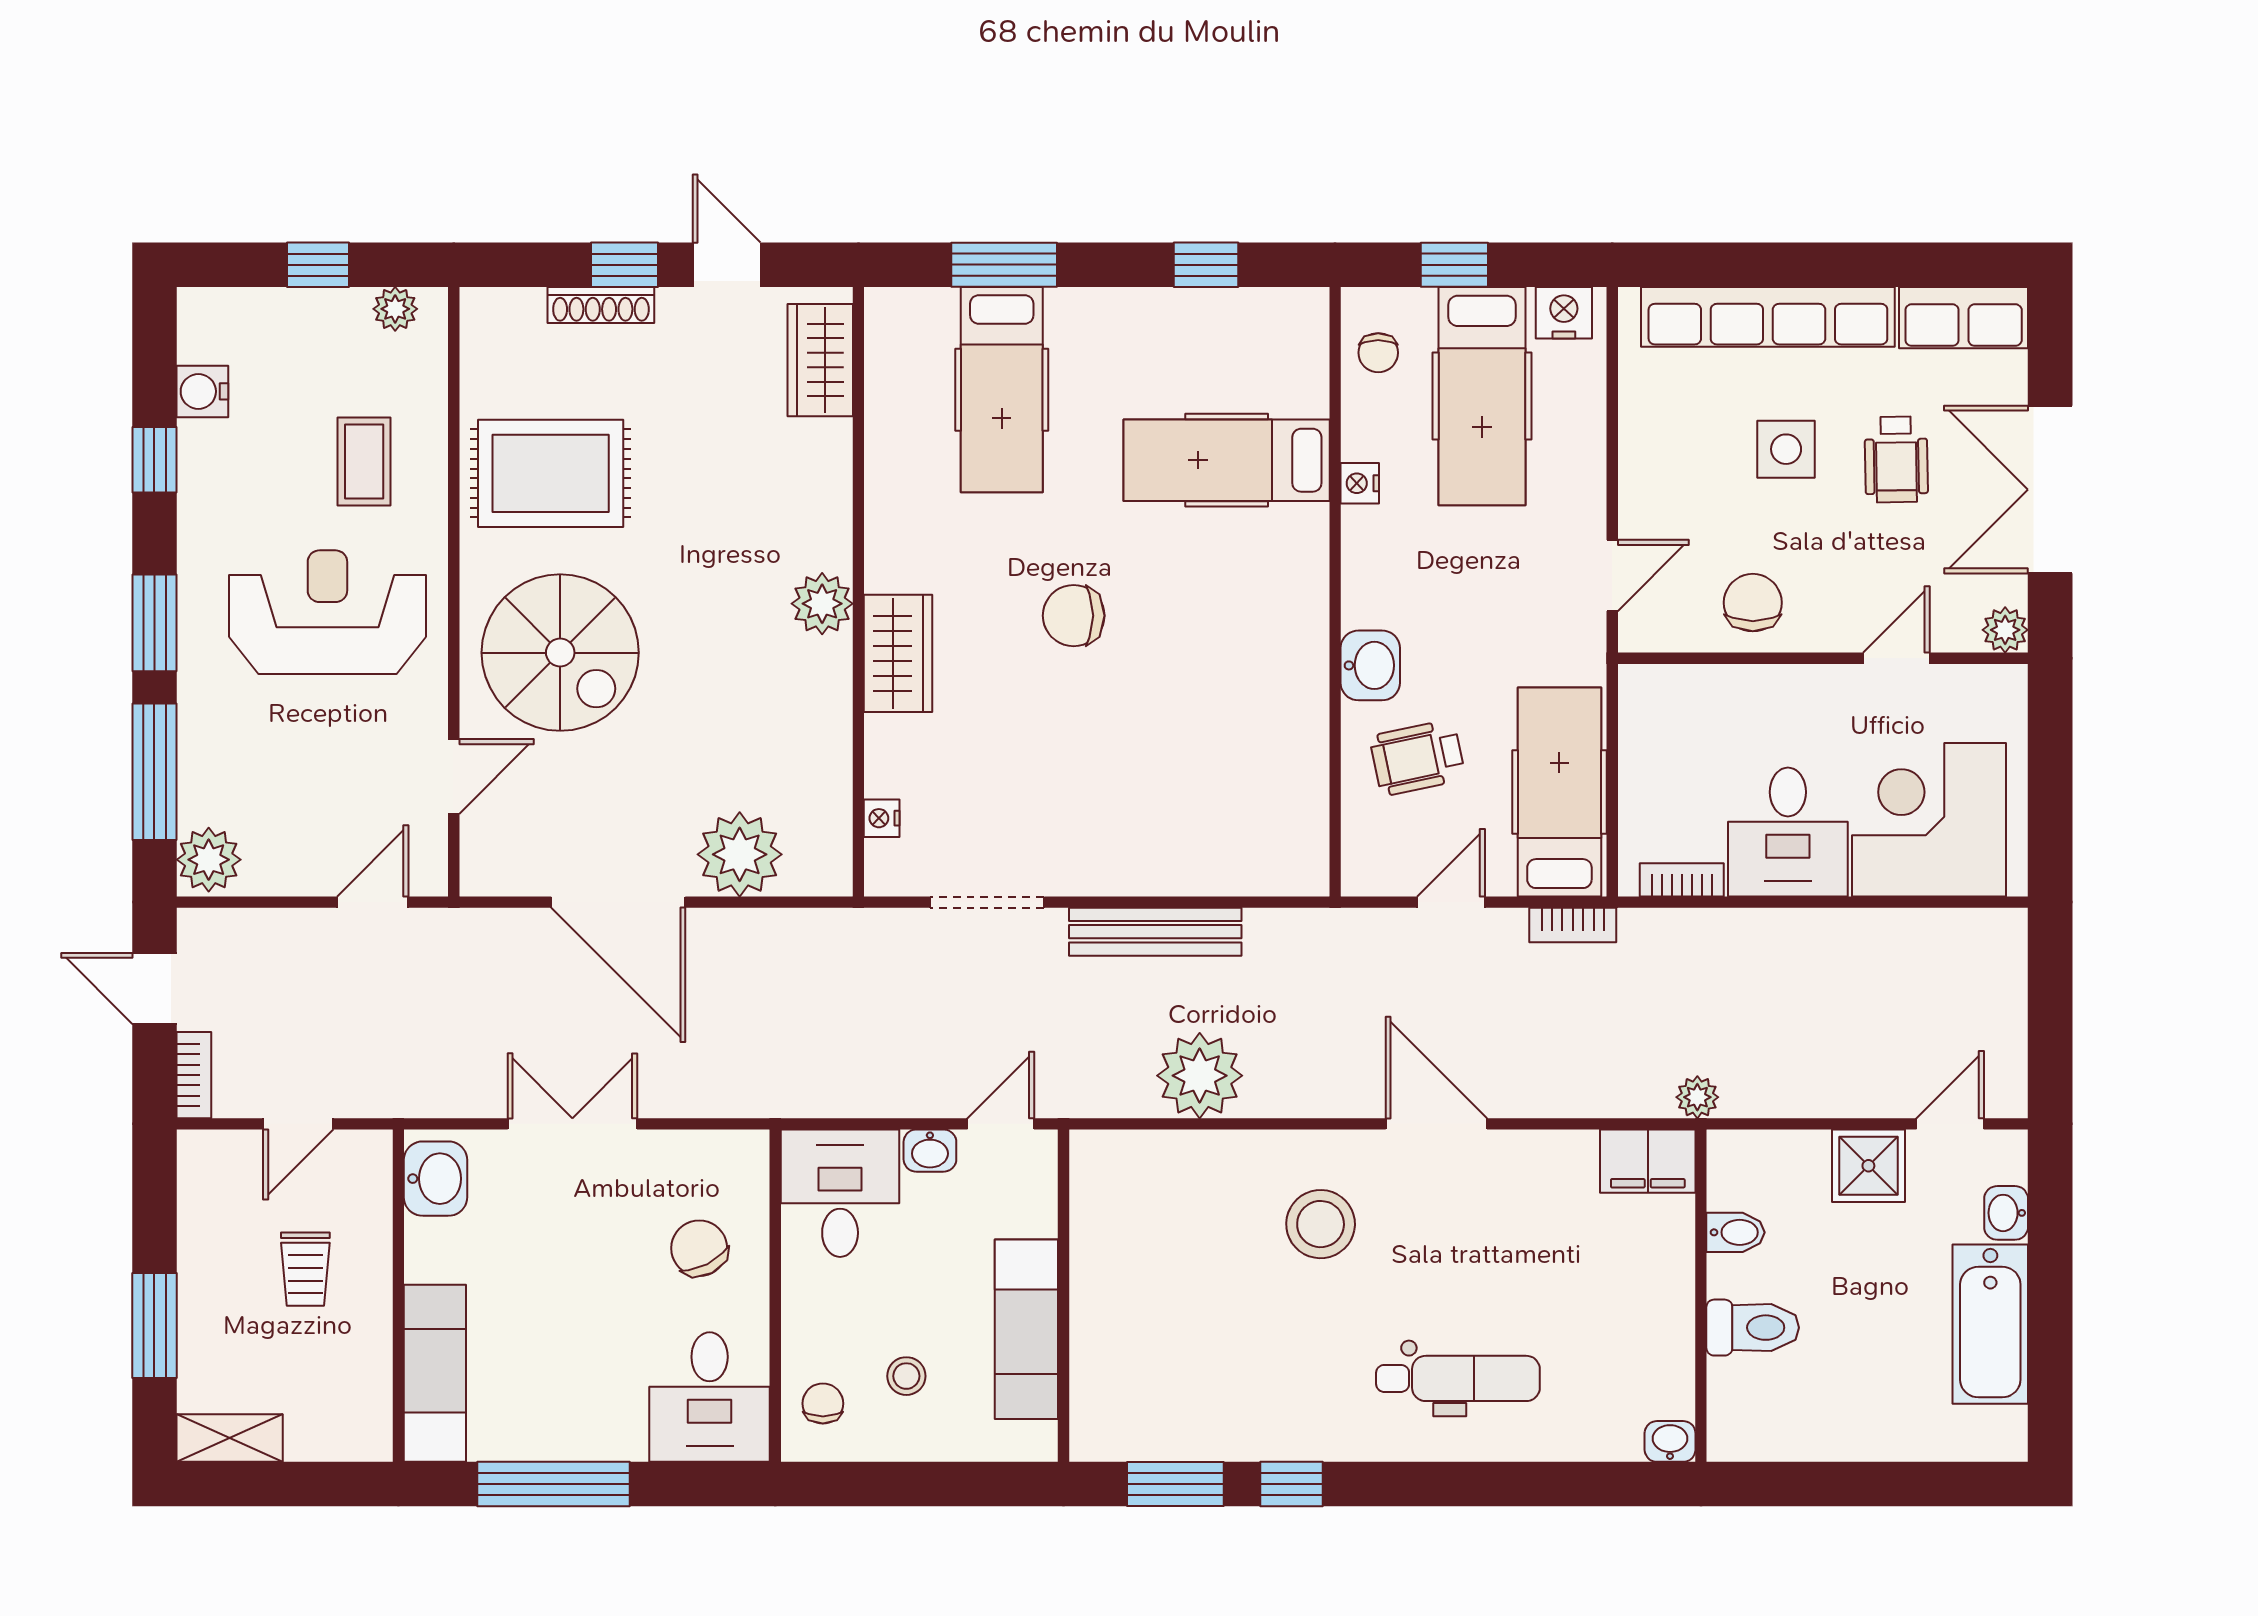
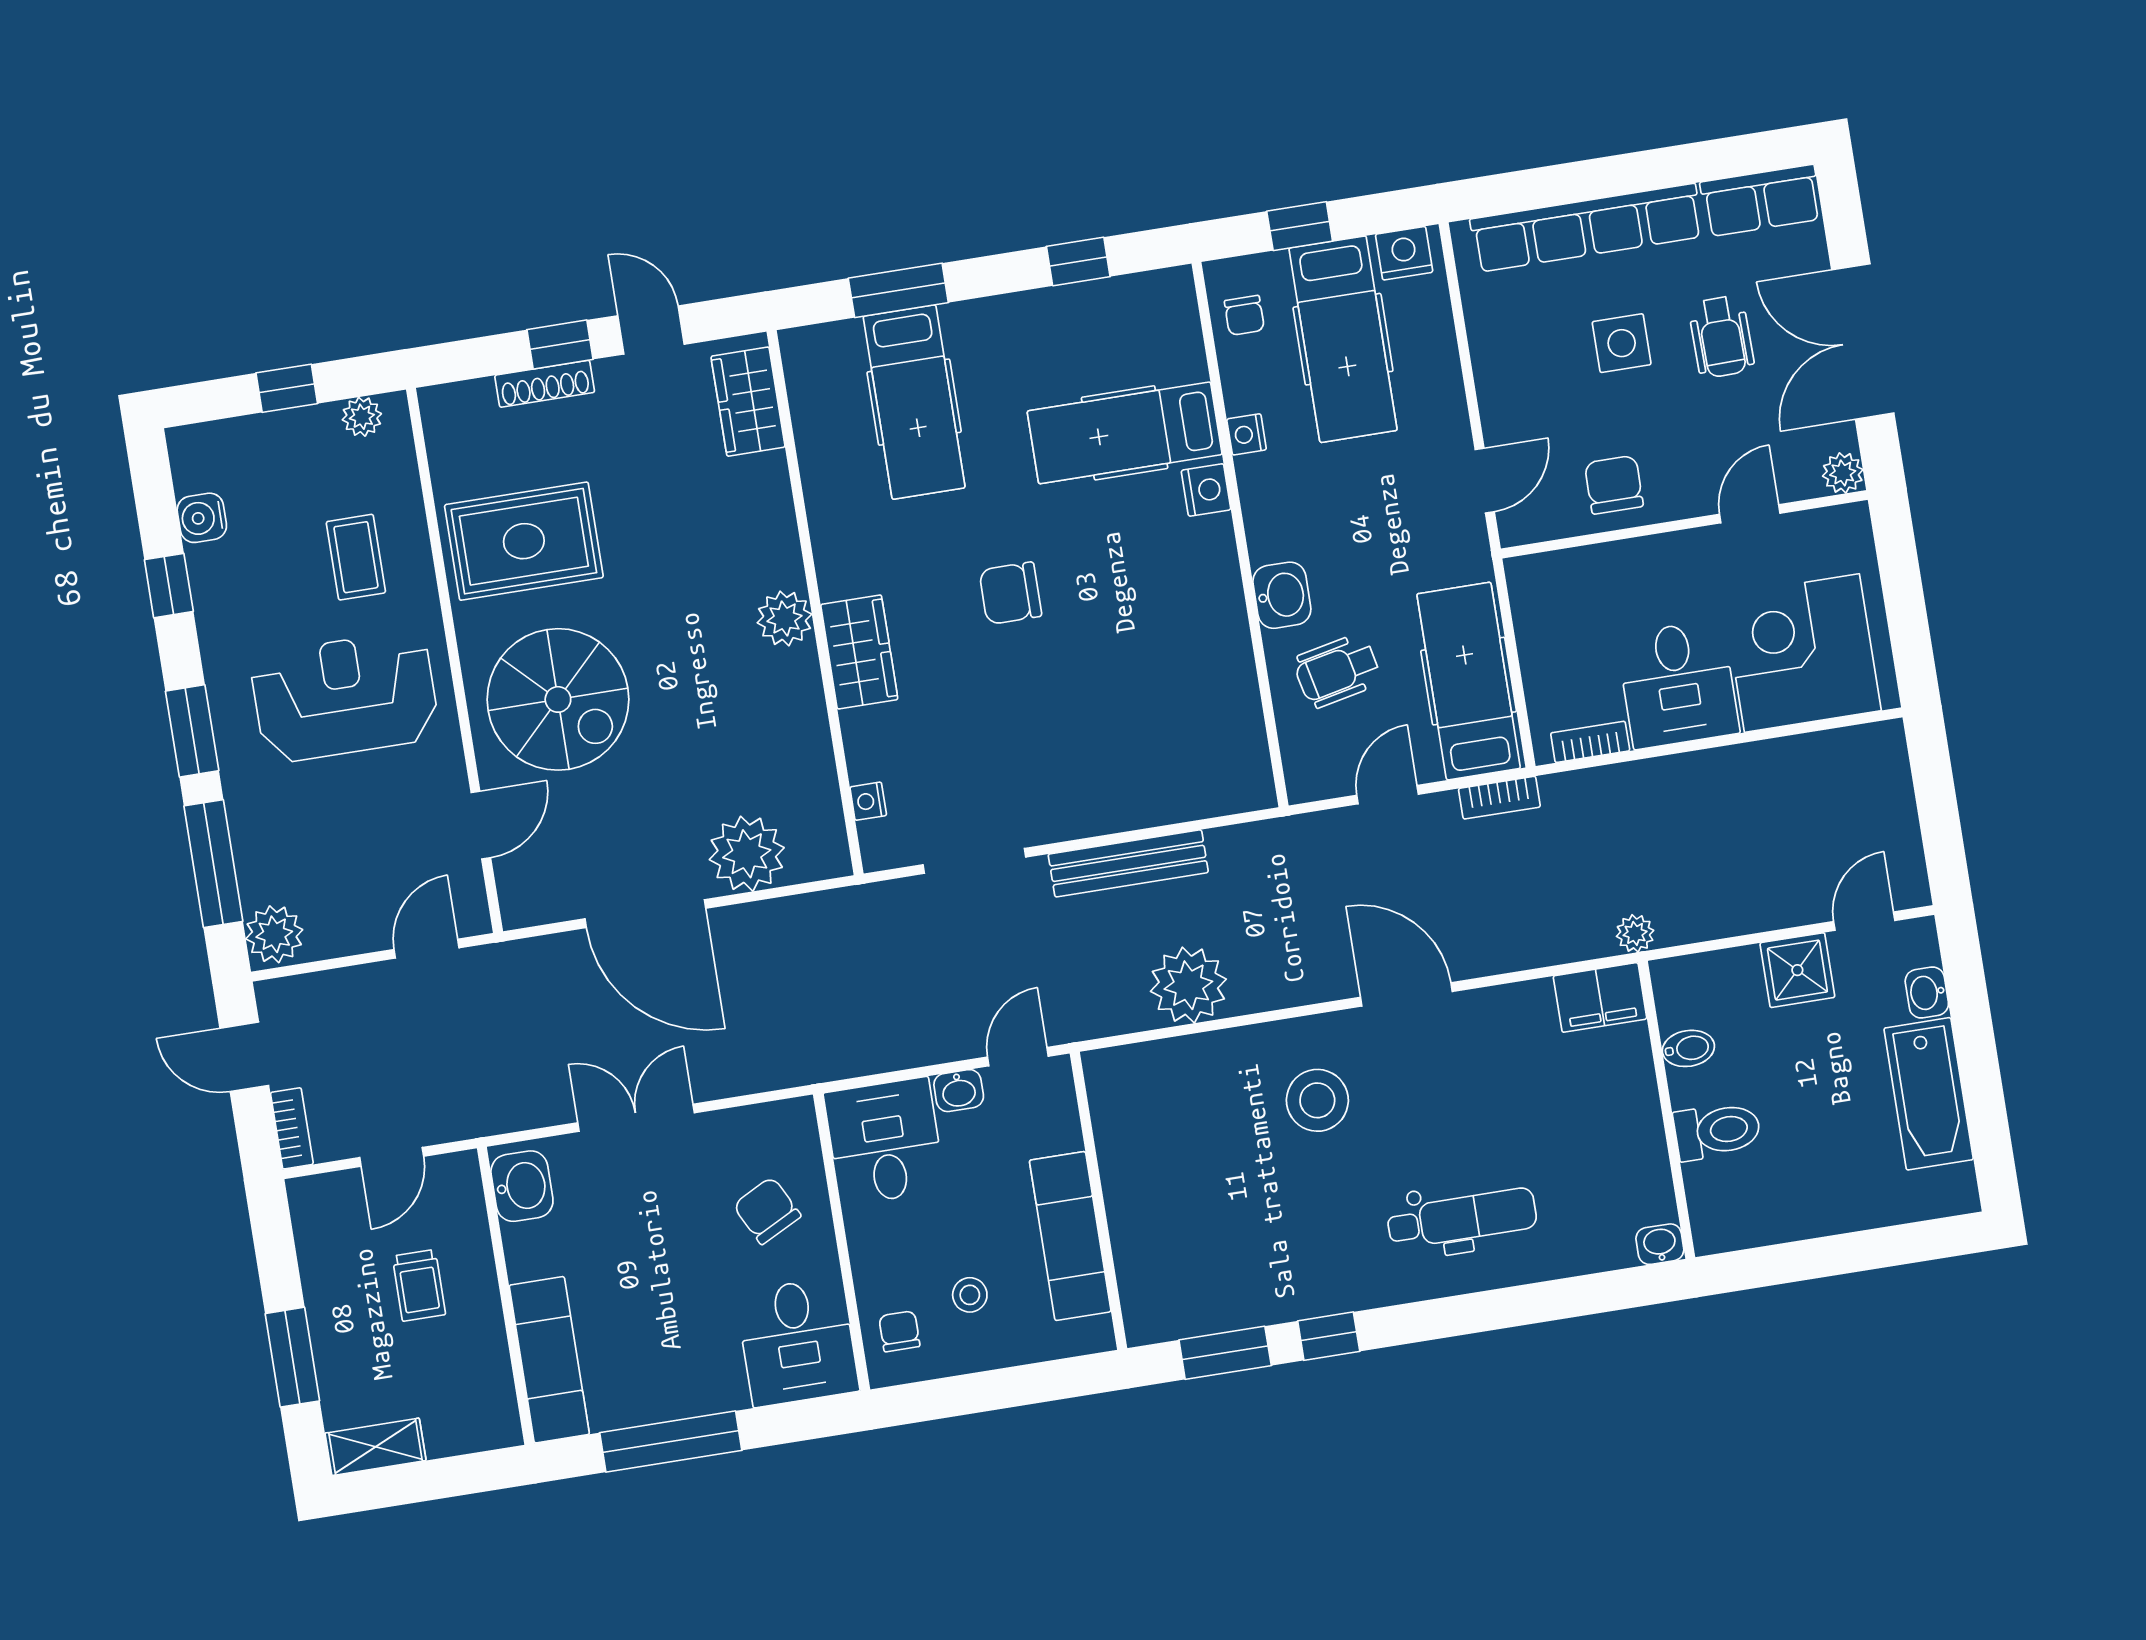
nightstand: (1306, 537) -> (1206, 490), added

